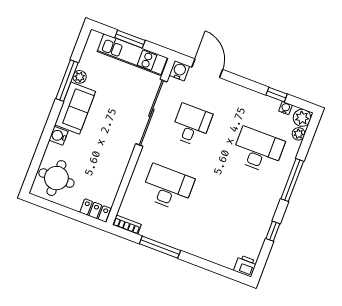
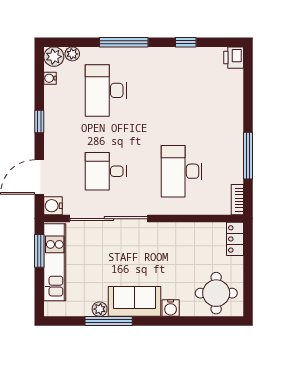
window: (130, 39) -> (39, 251), moved
window: (277, 95) -> (39, 121), moved

